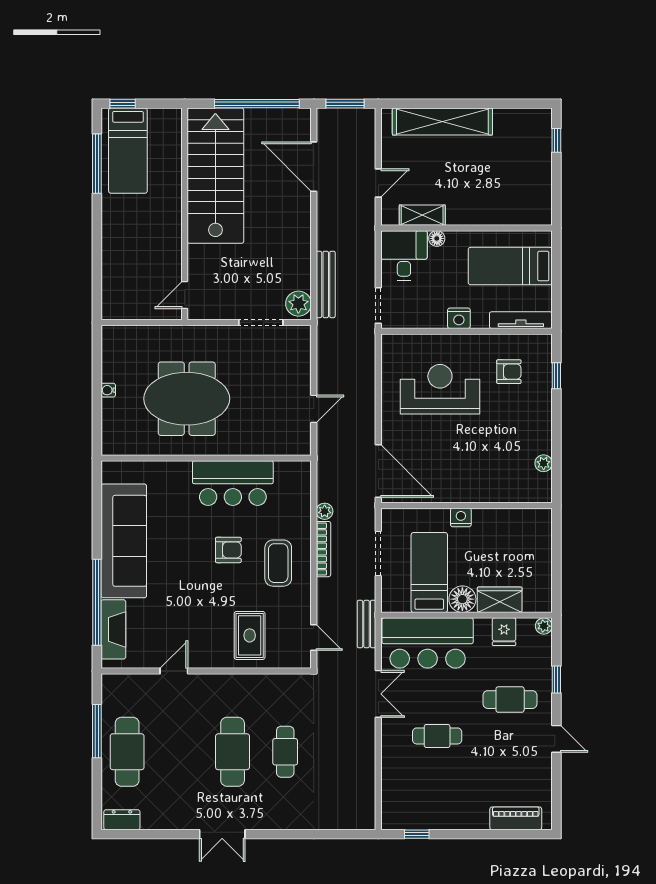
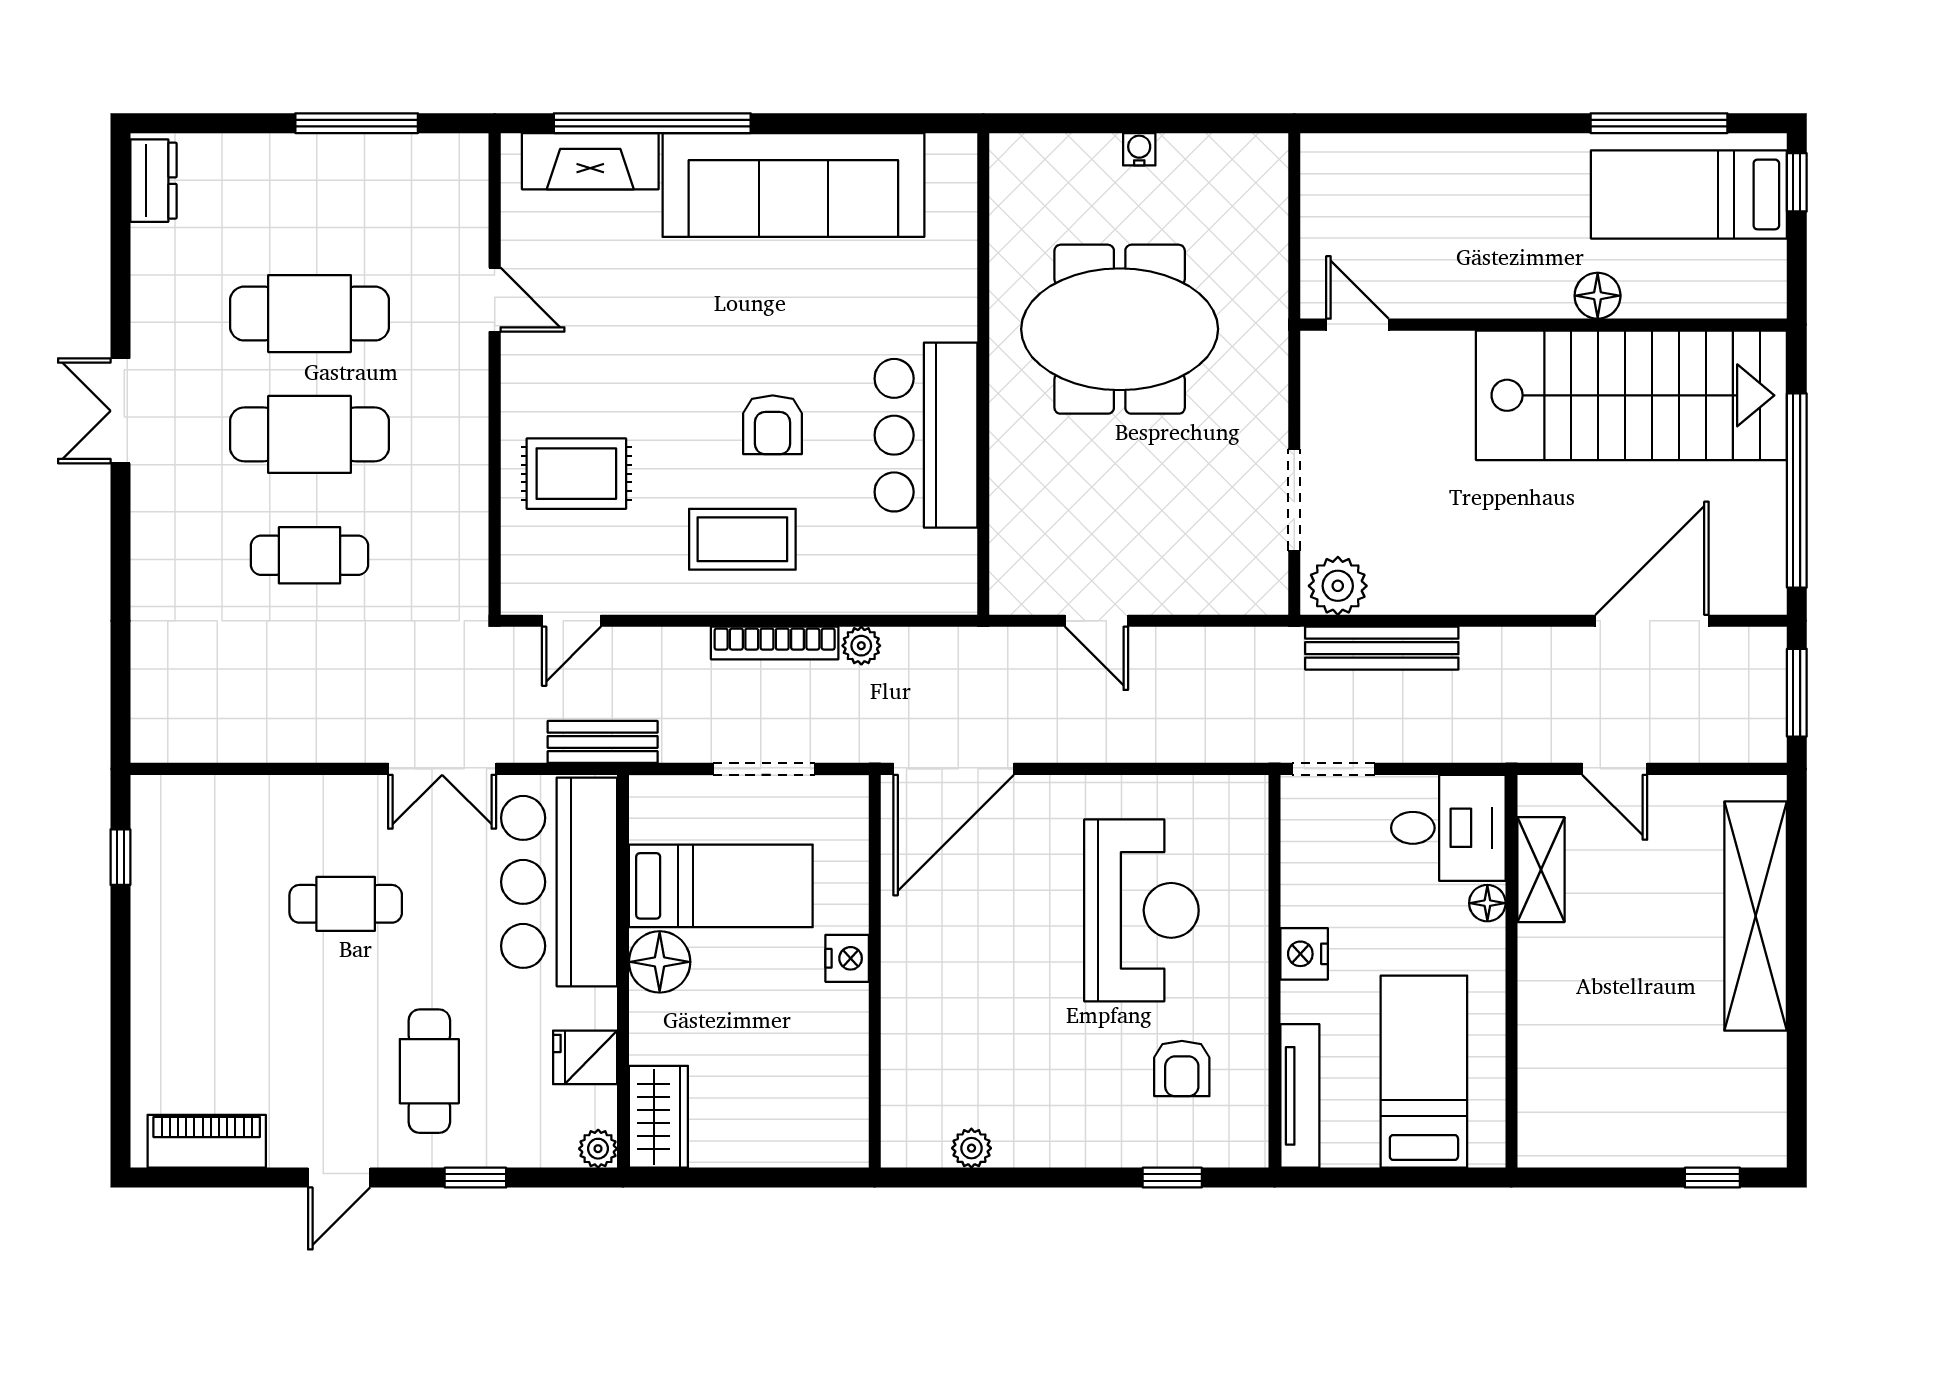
floor lamp: (172, 190) -> (1598, 296), added
meeting table: (187, 399) -> (1120, 329), turned 90
wardrobe: (500, 600) -> (658, 1117), moved
cafe table: (437, 736) -> (346, 904), turned 90
cafe table: (127, 752) -> (310, 314), moved
piano: (516, 818) -> (207, 1141), moved, turned -90

